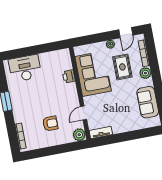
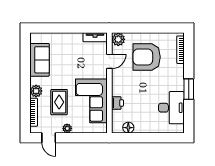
door: (126, 33) -> (49, 138), swing flipped
floor lamp: (55, 56) -> (128, 128), added
desk: (25, 68) -> (171, 108), moved, turned -90
armchair: (50, 123) -> (147, 57), width x1.88, depth x1.88

